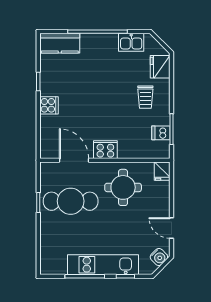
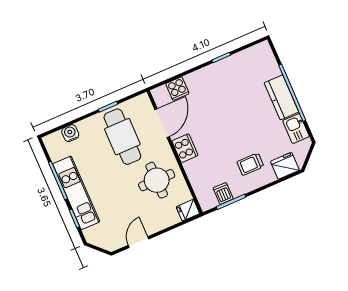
kitchen counter: (60, 43) -> (281, 97), moved
cooker: (49, 105) -> (177, 89), moved
water cooler: (159, 257) -> (70, 133), moved, turned 135

